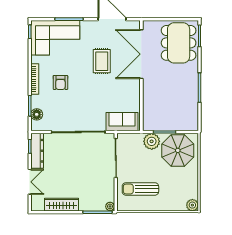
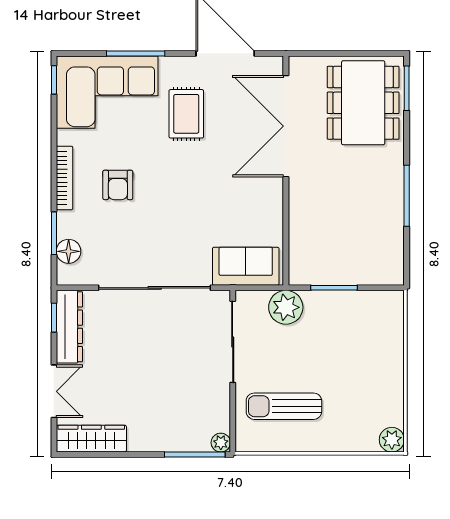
rug: (102, 61) -> (186, 114), moved
plant: (152, 141) -> (286, 307), moved
parasol: (178, 150) -> (362, 326), removed
wardrobe: (62, 205) -> (91, 439), moved

